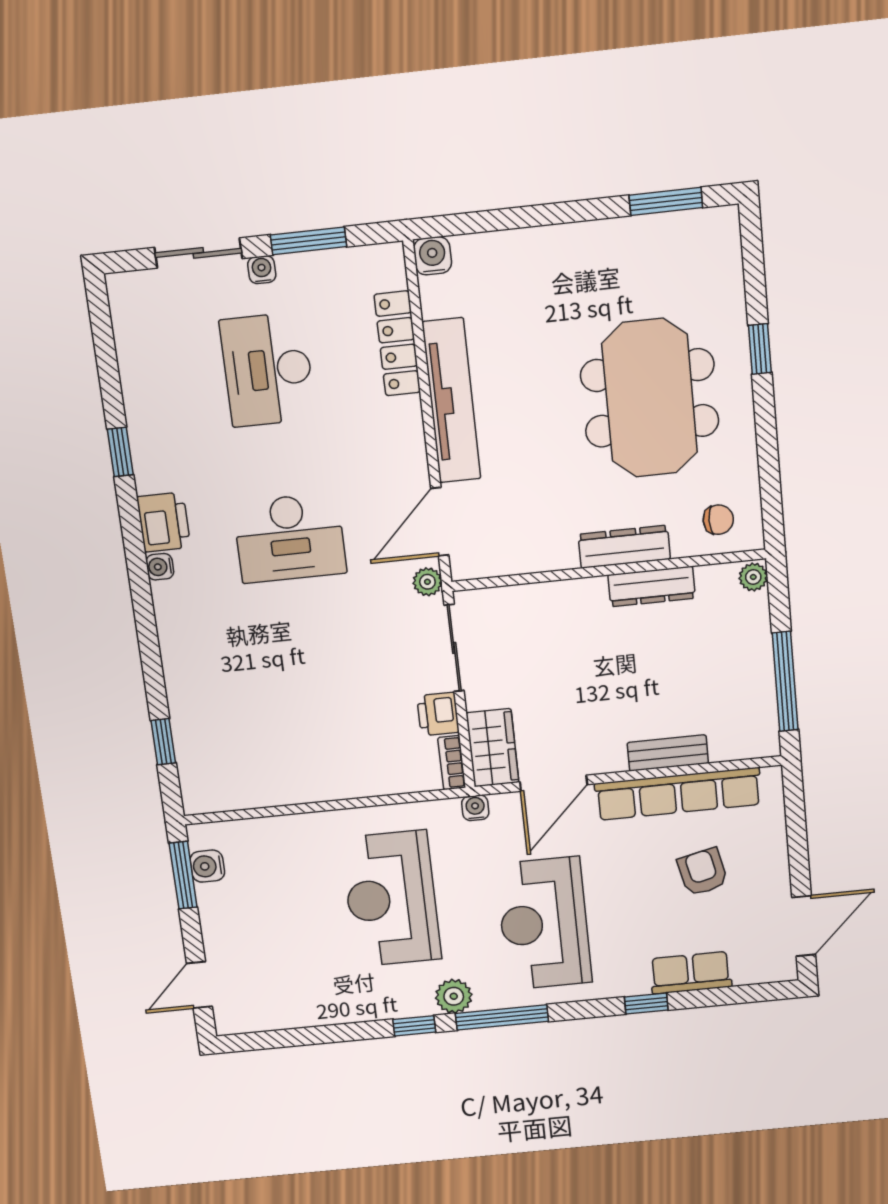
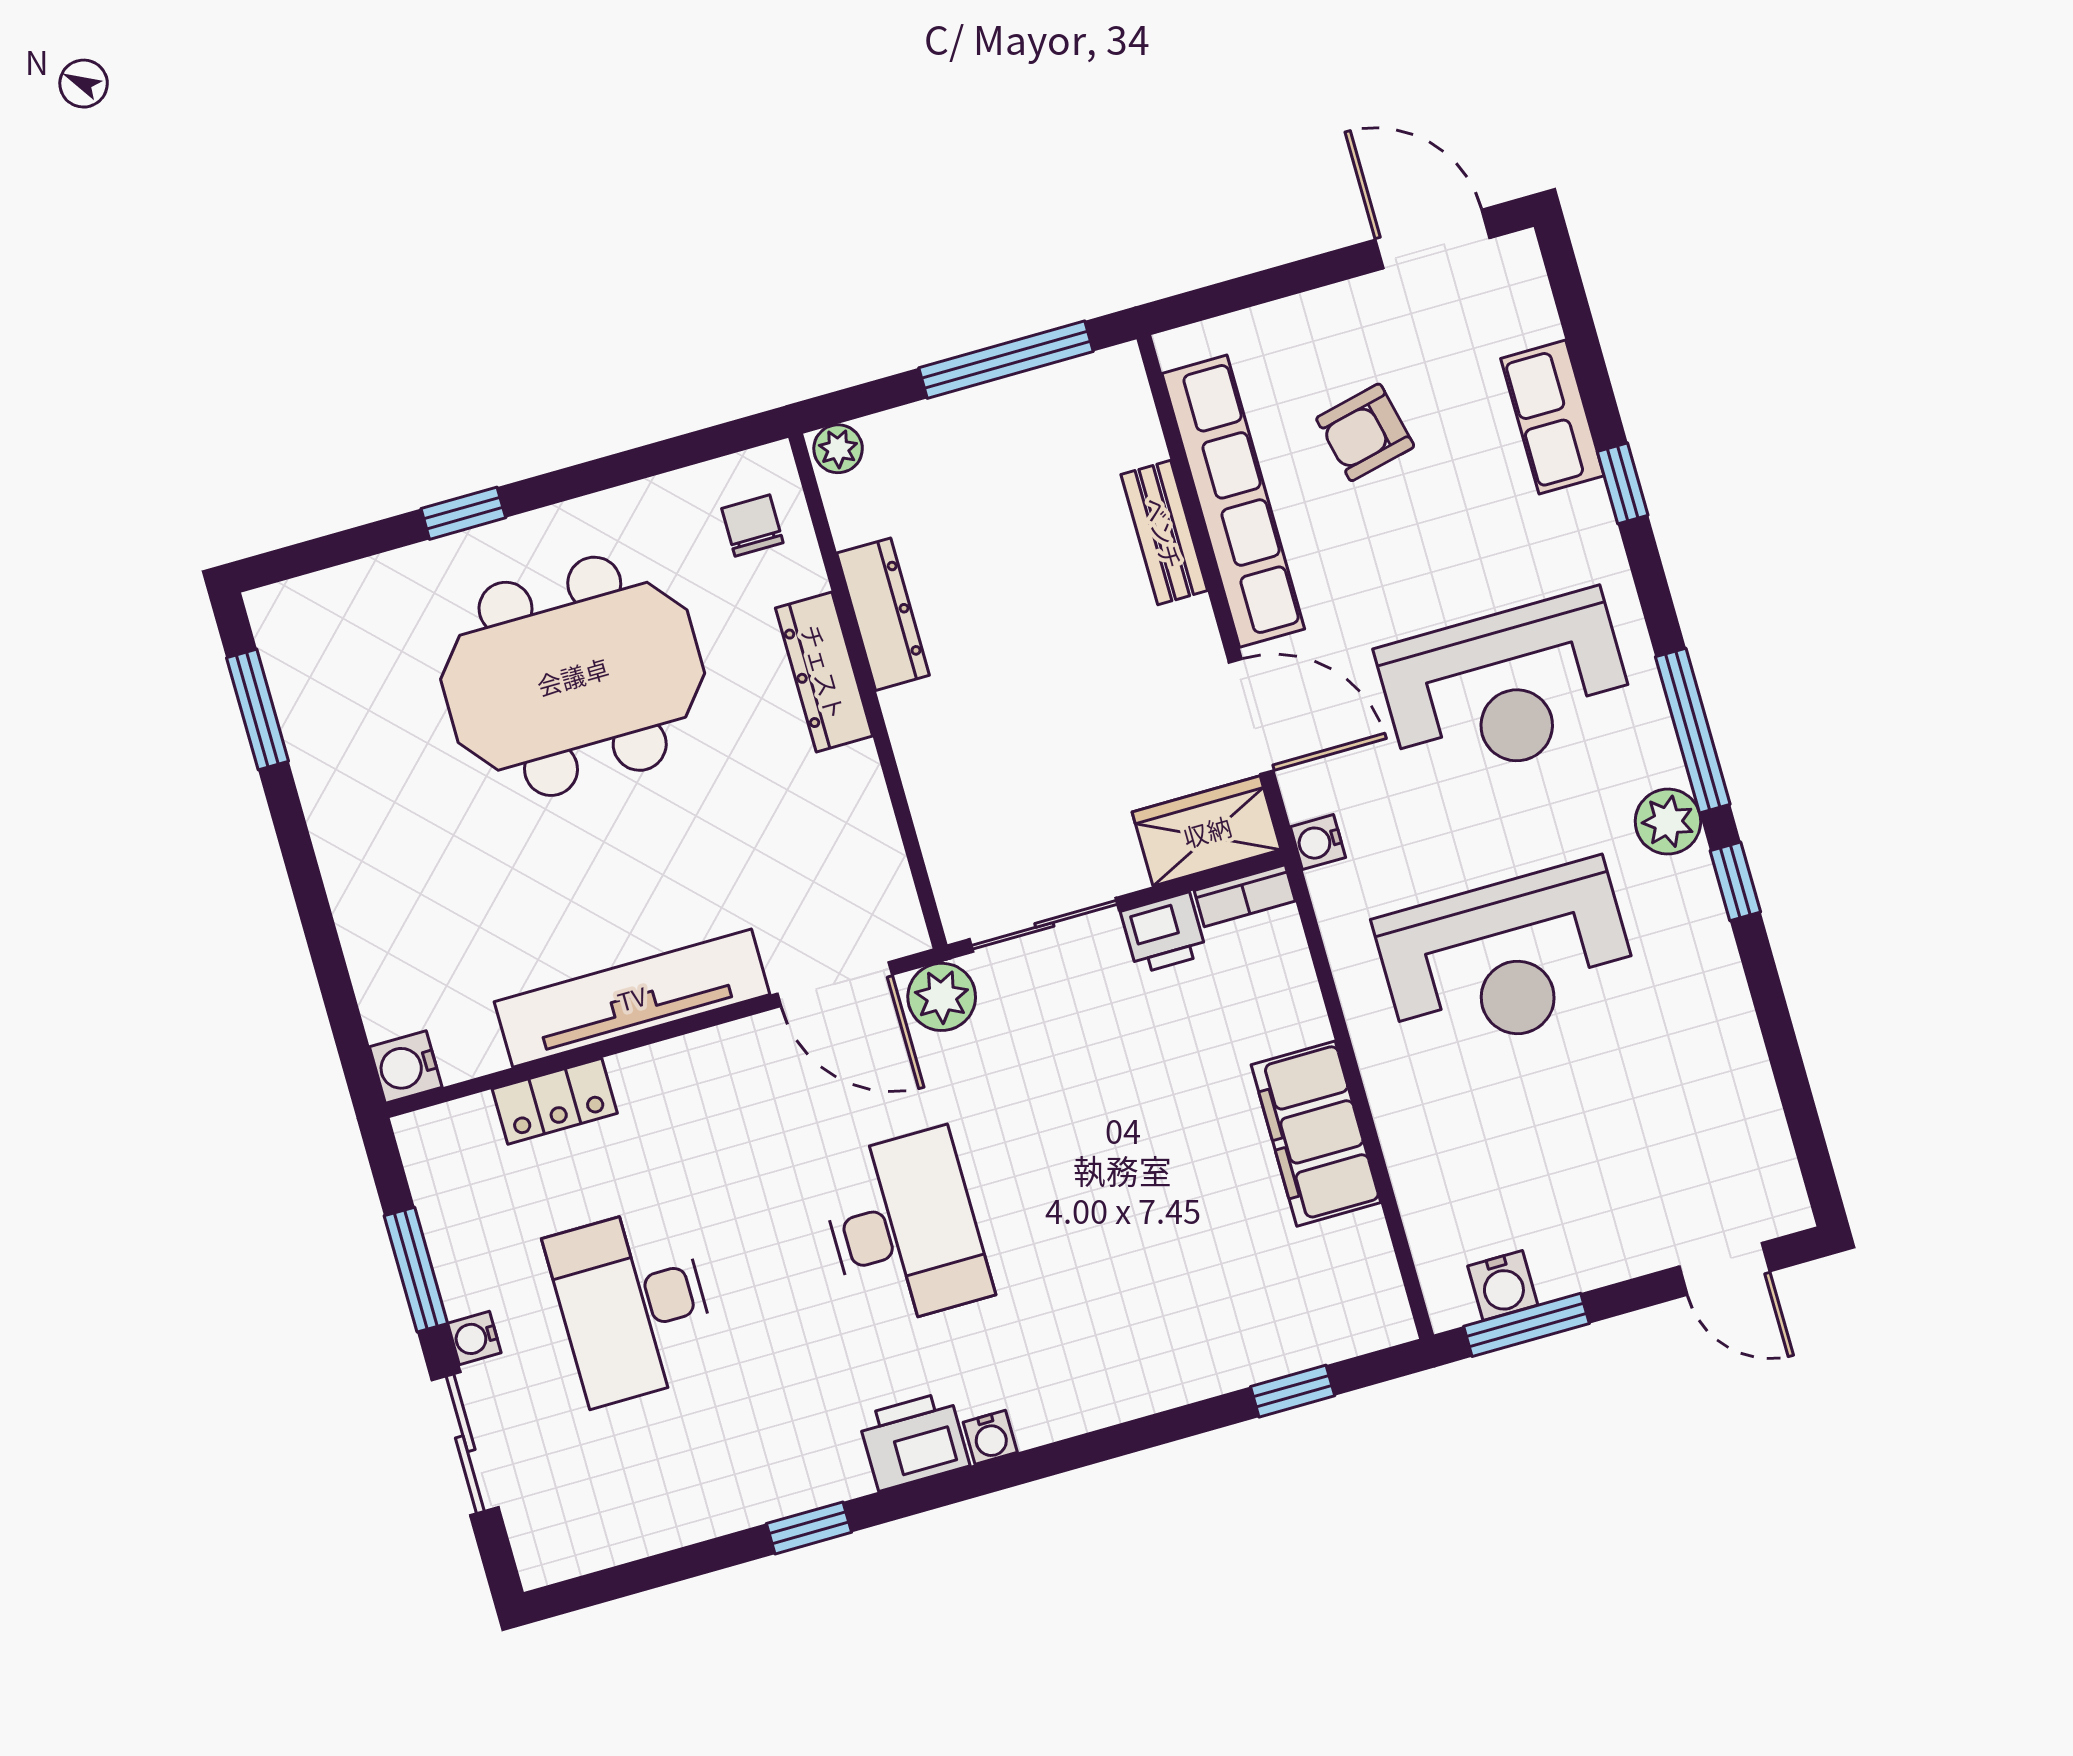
locker: (397, 344) -> (555, 1101), width x0.66
desk: (268, 370) -> (633, 1305), turned 90
plant: (427, 582) -> (942, 997), width x1.38, depth x1.38
filing cabinet: (309, 779) -> (1316, 1134), added

